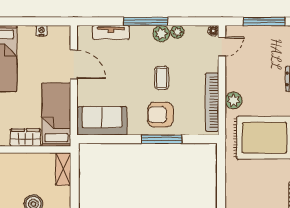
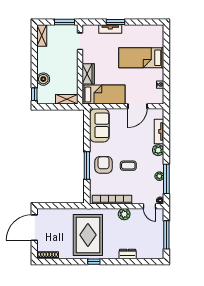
window: (146, 21) -> (166, 179), moved
plant: (161, 34) -> (158, 150), moved
plant: (234, 100) -> (124, 214), moved

